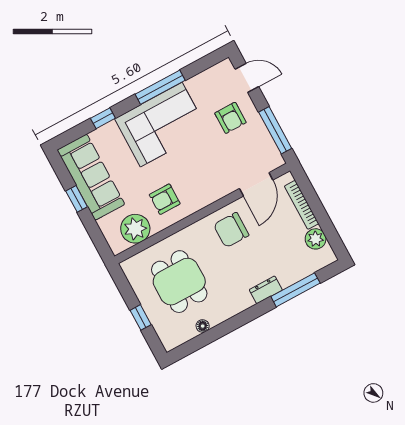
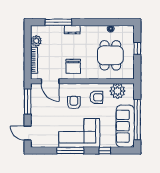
armchair: (230, 118) -> (74, 103), moved
door: (256, 184) -> (50, 81), swing flipped
window: (77, 199) -> (137, 120), width x3.17
chair: (231, 230) -> (73, 66), turned 90

